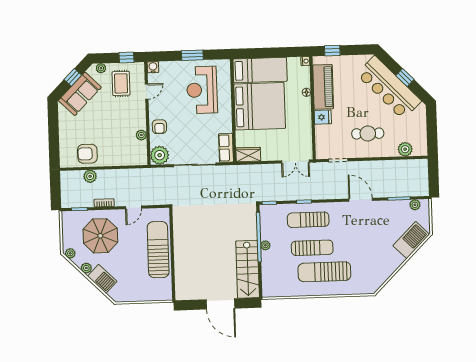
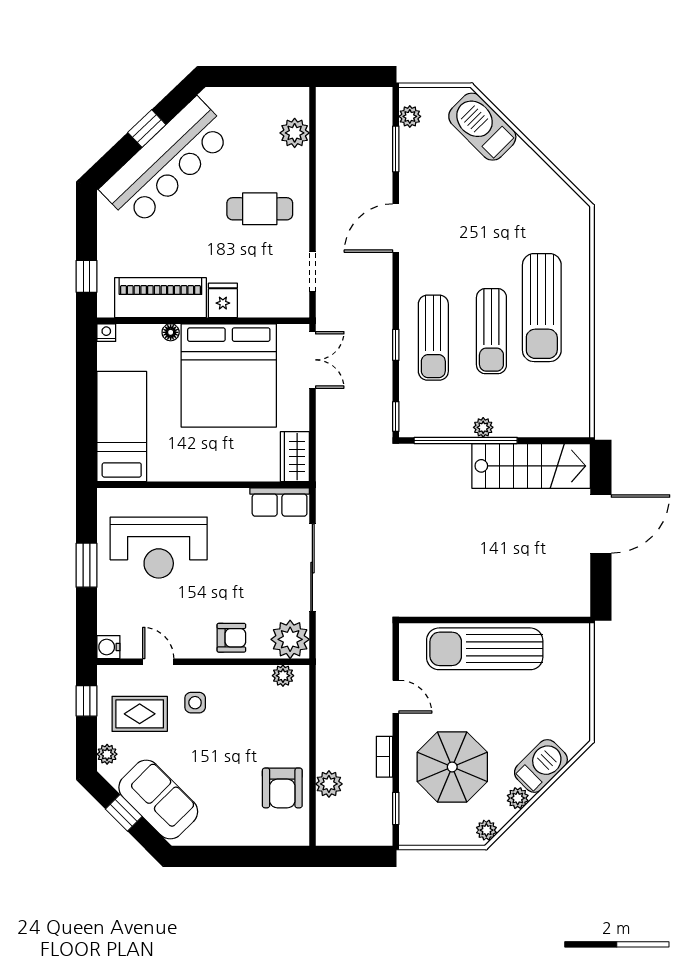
bed: (260, 106) -> (229, 375), moved, turned 180
side table: (127, 110) -> (195, 703), added
cafe table: (368, 134) -> (260, 209), turned 90
plant: (141, 135) -> (283, 676), moved
sun lounger: (312, 248) -> (491, 331), turned 180

